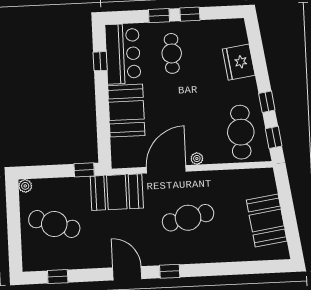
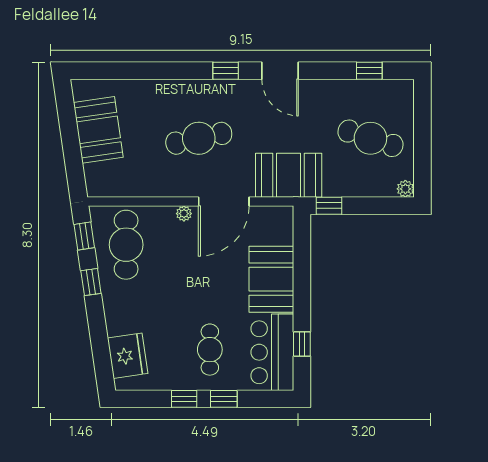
fridge: (239, 62) -> (128, 356), moved

